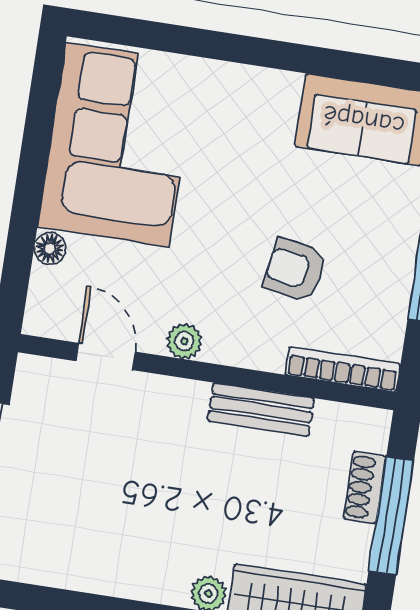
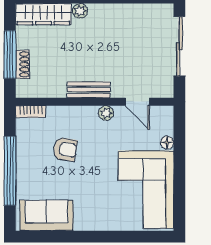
bookcase: (343, 369) -> (31, 112), width x0.64
bench: (261, 410) -> (89, 90), moved

